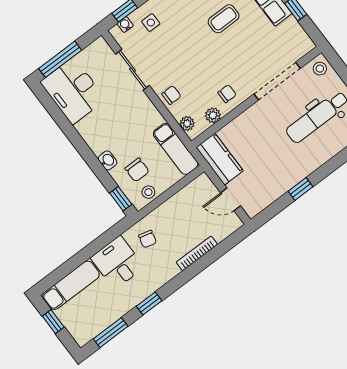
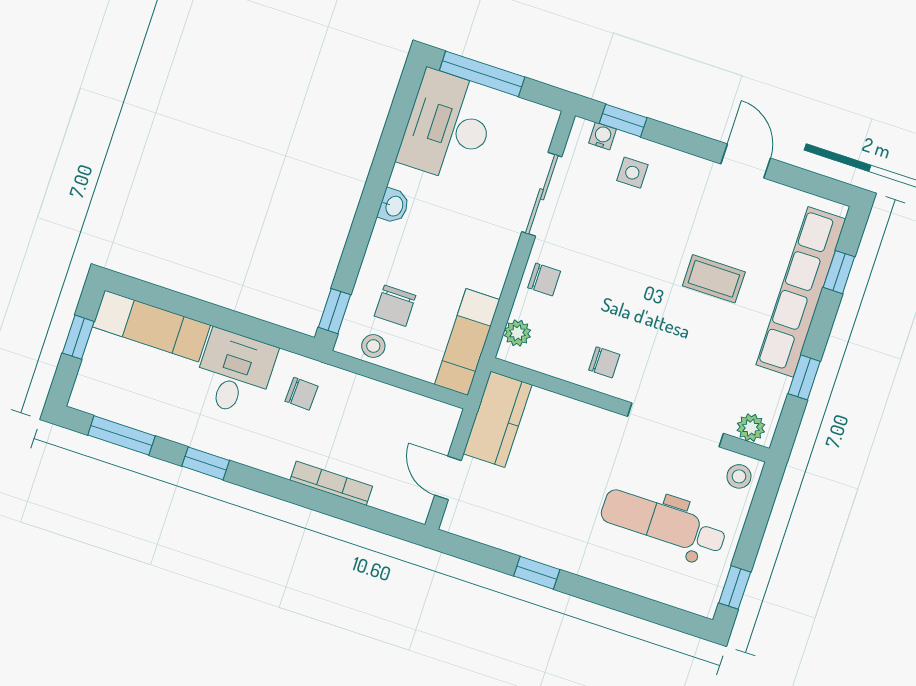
plant: (213, 115) -> (751, 428), moved
washbasin: (108, 160) -> (394, 206), moved
chair: (148, 239) -> (302, 394), turned -102

